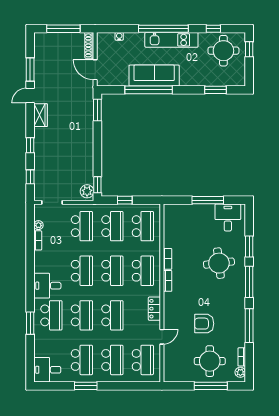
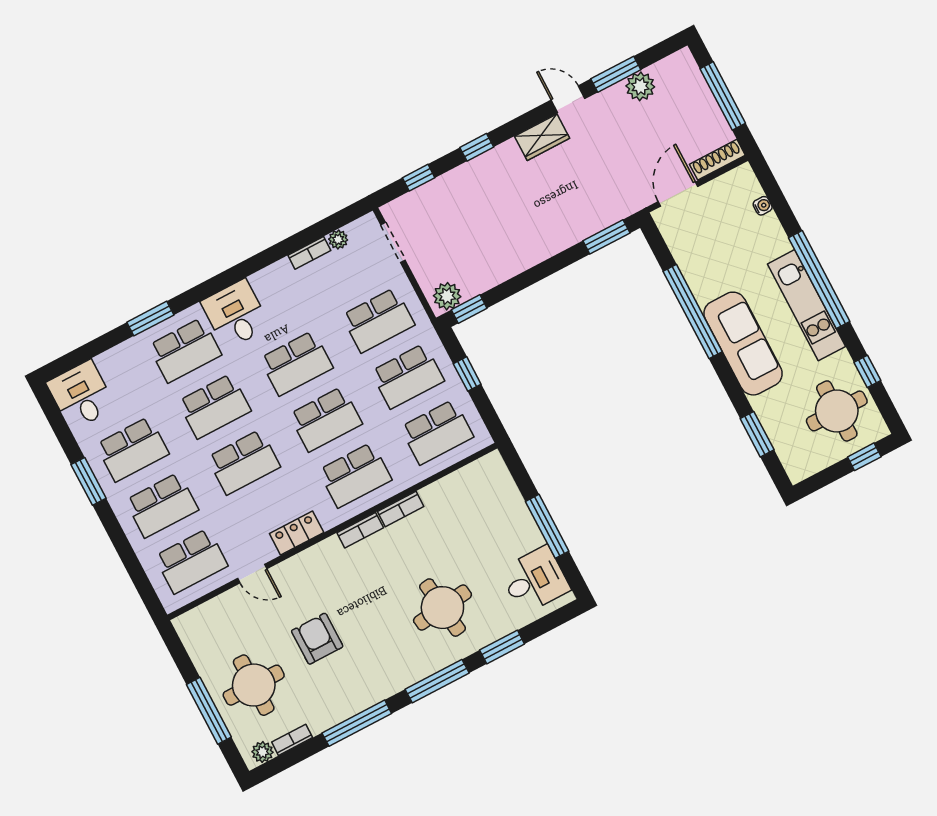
plant: (41, 62) -> (640, 86), added
sofa: (154, 76) -> (743, 344), moved

